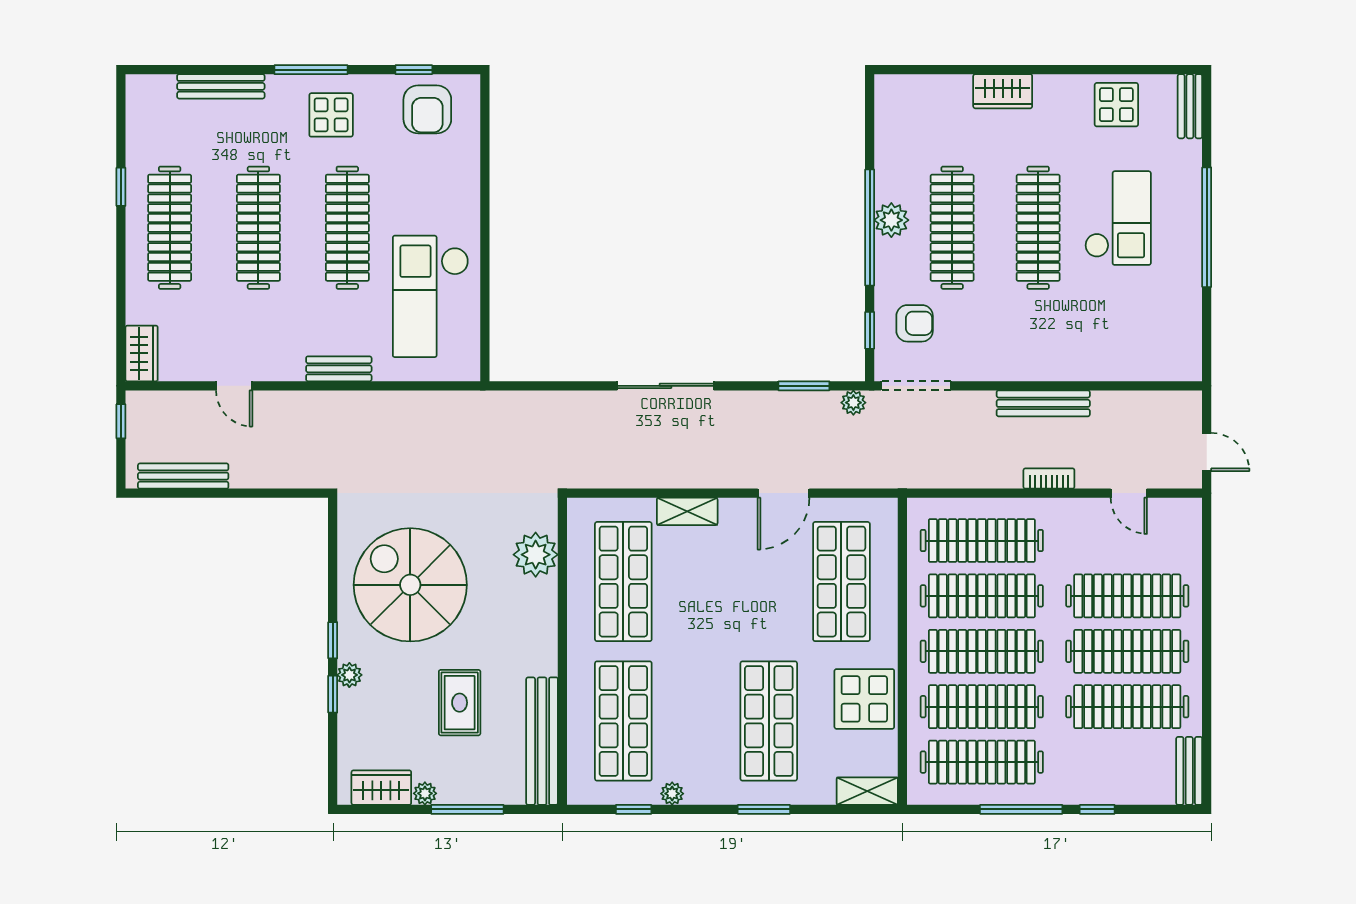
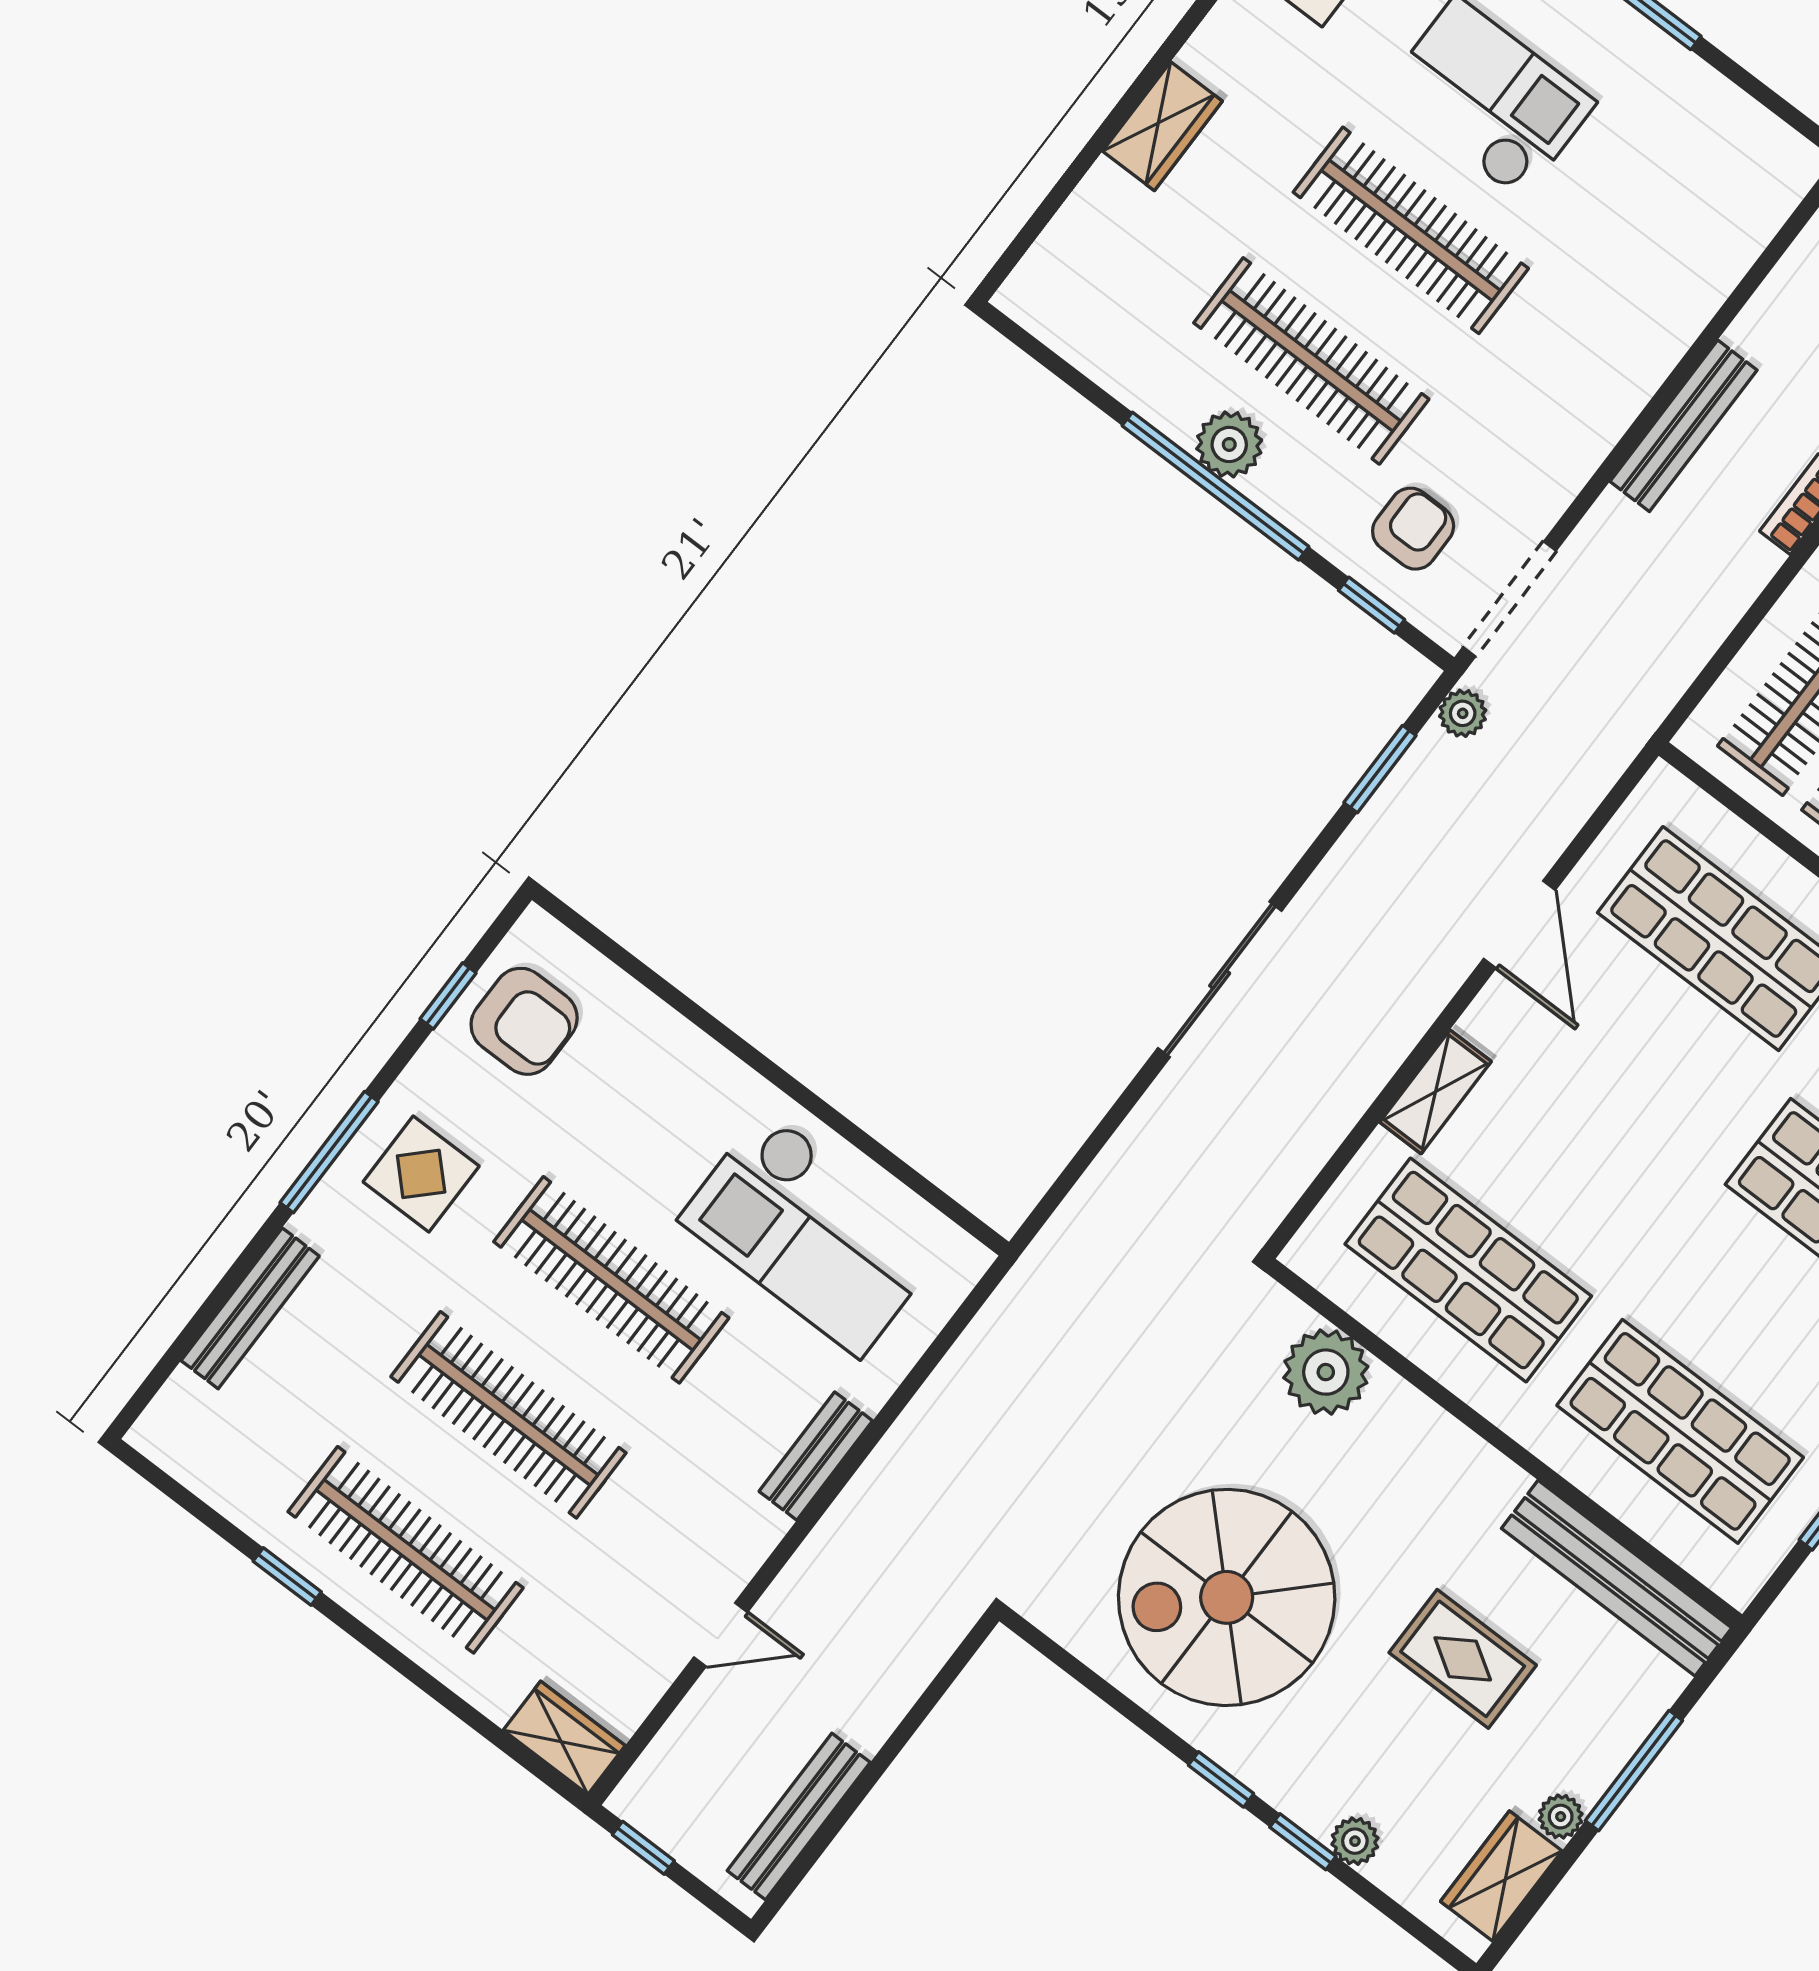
plant: (349, 675) -> (1355, 1841), moved

